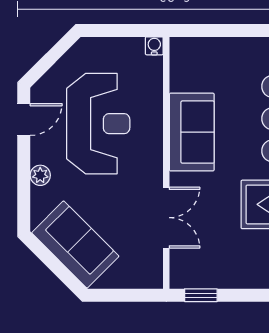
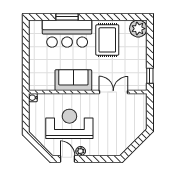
plant: (40, 175) -> (81, 151), moved
sofa: (75, 245) -> (126, 135), removed

